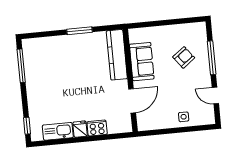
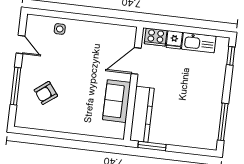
kitchen counter: (117, 55) -> (142, 114), moved
sofa: (142, 62) -> (117, 101), moved
wall: (130, 80) -> (133, 84), moved
door: (132, 101) -> (136, 61), moved

